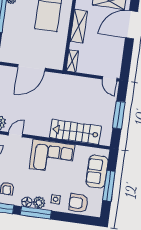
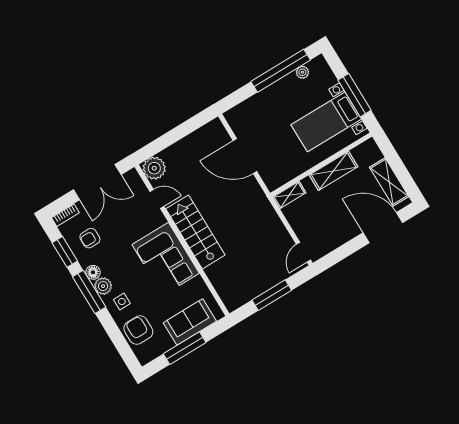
stairs: (76, 132) -> (195, 232), moved

